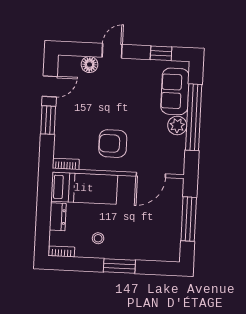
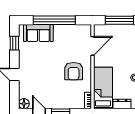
floor lamp: (90, 65) -> (24, 104), moved
plant: (177, 125) -> (60, 31), removed
door: (151, 175) -> (92, 46), hinge flipped

